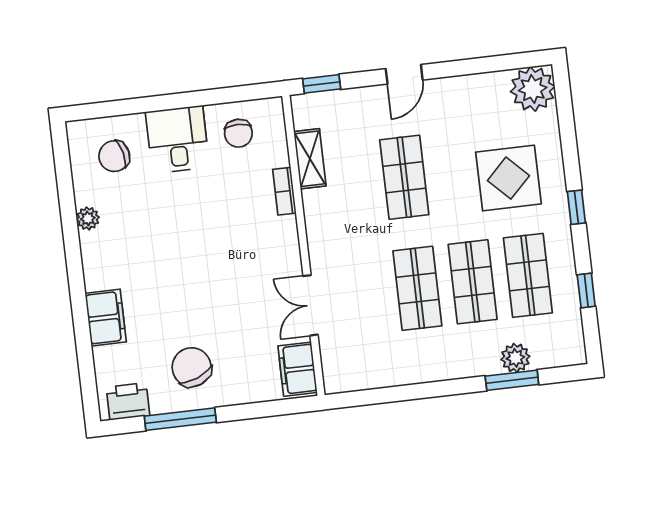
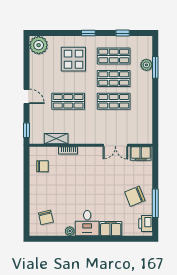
desk: (177, 140) -> (87, 223), moved, turned -90

